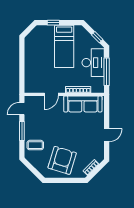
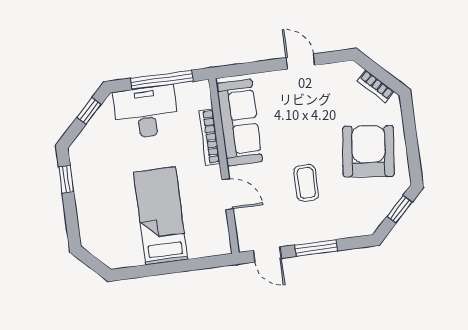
window: (53, 23) -> (66, 179), moved
bed: (64, 46) -> (161, 216), moved, turned -90
coffee table: (35, 145) -> (306, 183), moved
armchair: (62, 160) -> (368, 151), turned 80
window: (34, 171) -> (400, 209), added

